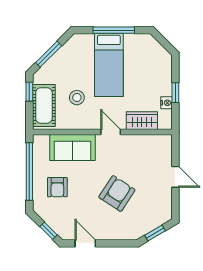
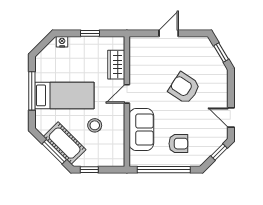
nightstand: (166, 103) -> (62, 42), moved
cot: (44, 106) -> (65, 143), moved, turned 45
door: (85, 243) -> (231, 118), hinge flipped

